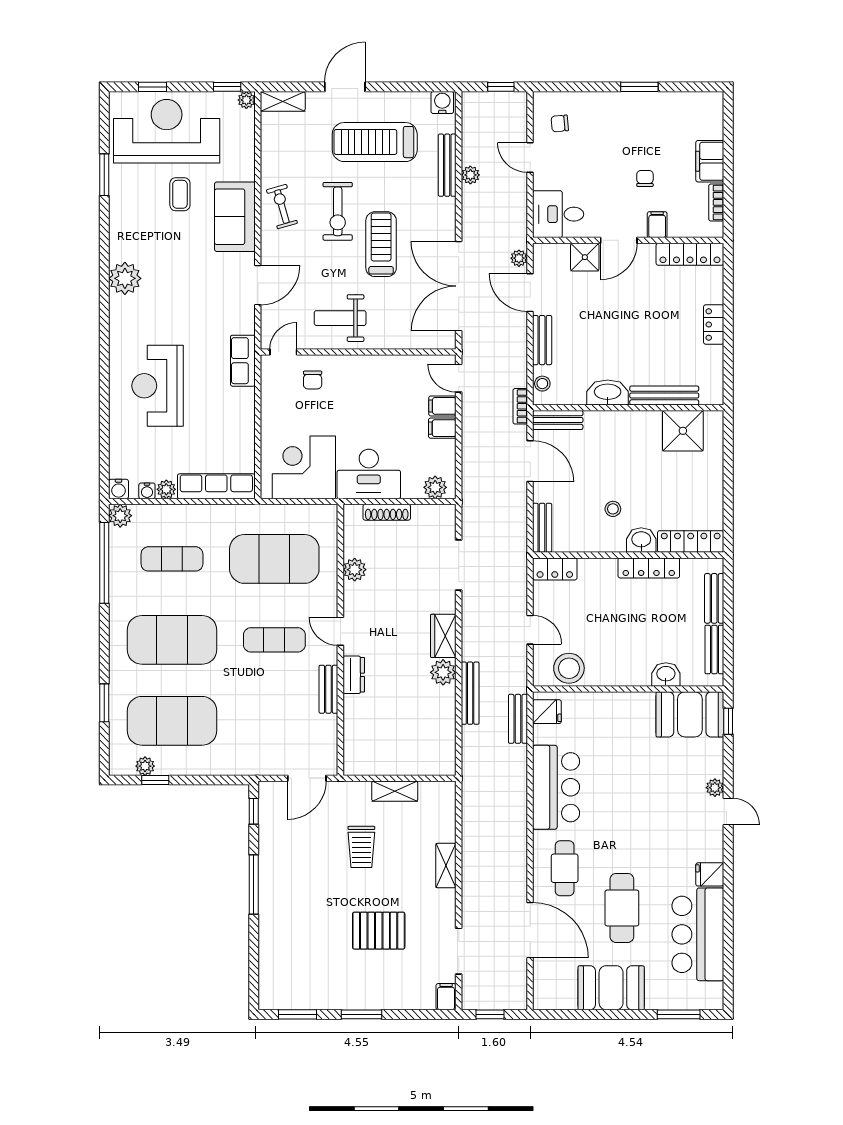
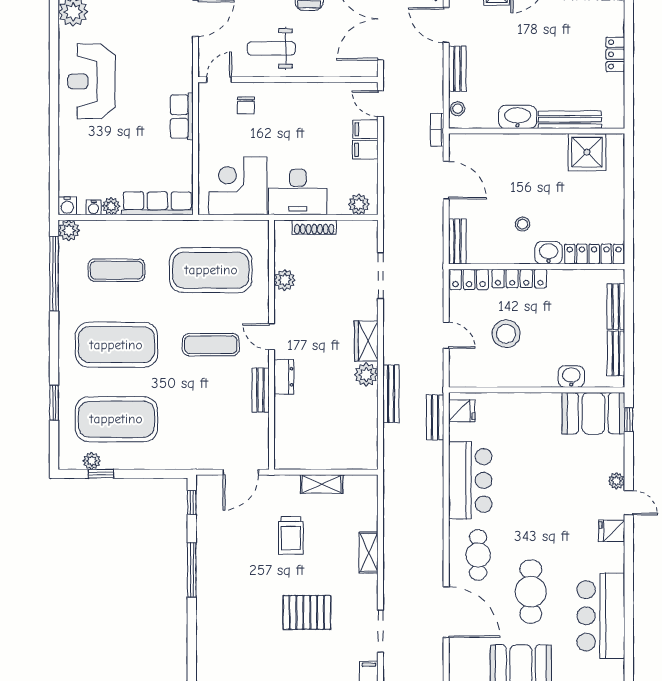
row of seats: (243, 361) -> (182, 117), moved
reception desk: (158, 386) -> (91, 81), moved
bench: (558, 420) -> (472, 142), removed
locker: (649, 568) -> (519, 278), moved
stool: (569, 668) -> (506, 334), moved
fridge: (710, 874) -> (612, 531), moved

